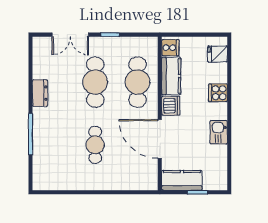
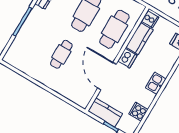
cooker: (218, 93) -> (138, 112), moved
kitchen sink: (219, 132) -> (156, 83), moved

